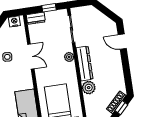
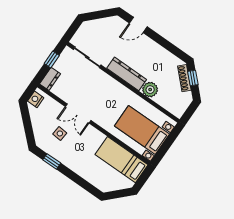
double door: (31, 57) -> (78, 113), swing flipped
plant: (69, 57) -> (109, 82), removed

